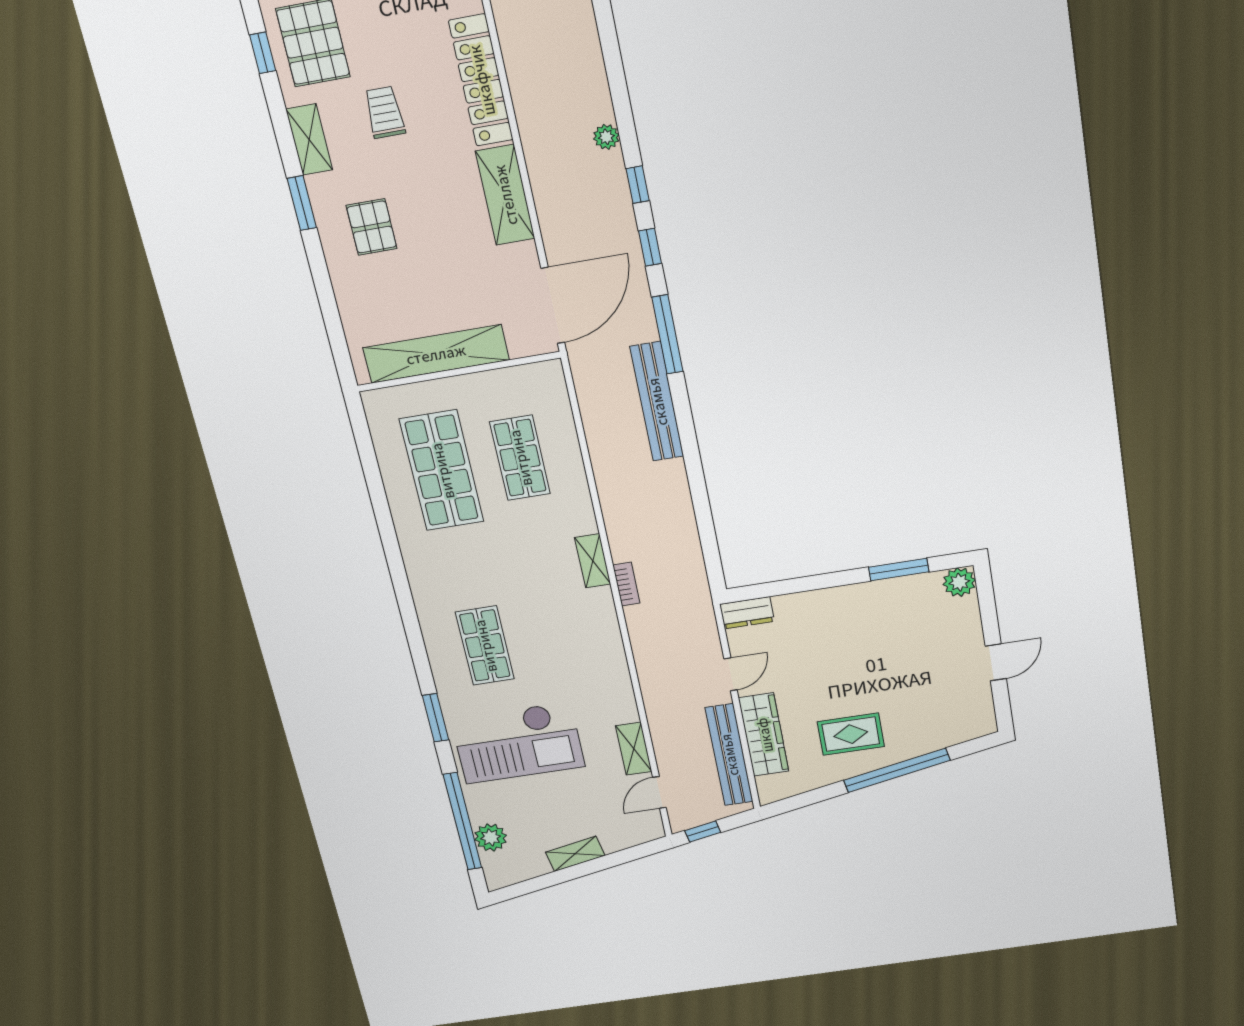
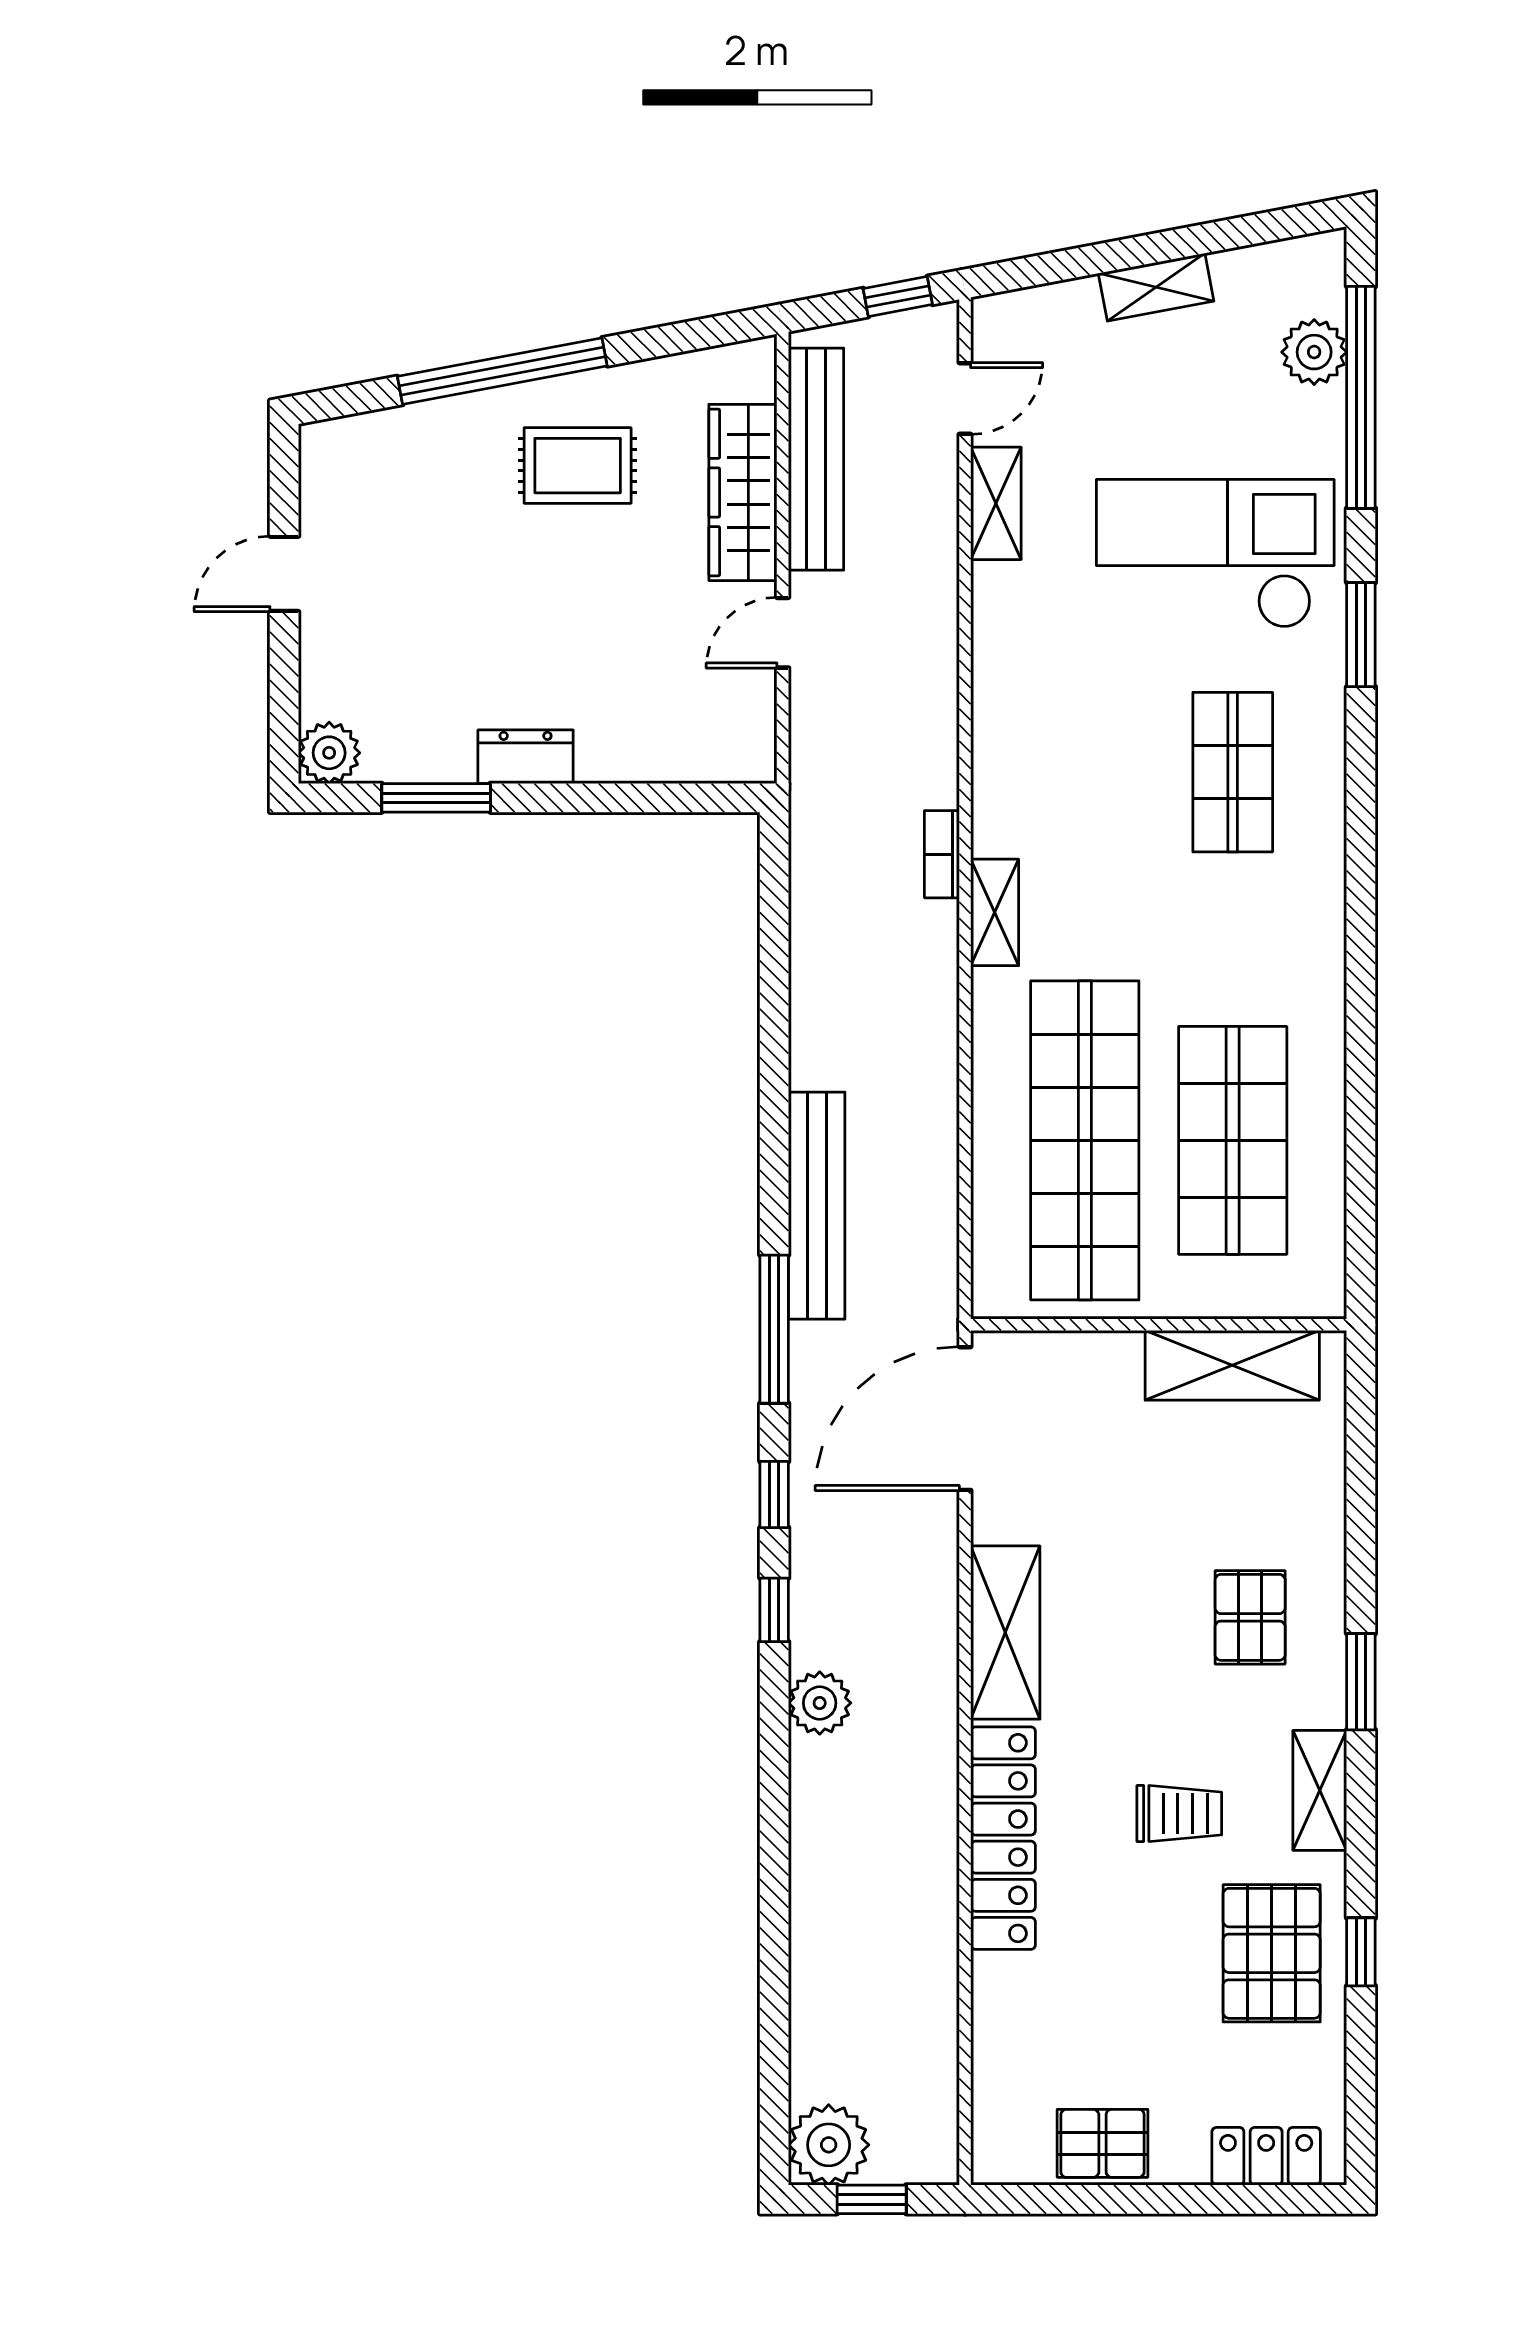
trolley: (385, 112) -> (1179, 1814), turned -90
plant: (606, 137) -> (820, 1703), width x1.38, depth x1.38
shelving: (436, 354) -> (1232, 1365), width x0.68
shop shelf: (520, 458) -> (1085, 1140), width x2.00, depth x1.36
dresser: (747, 613) -> (526, 757), moved

